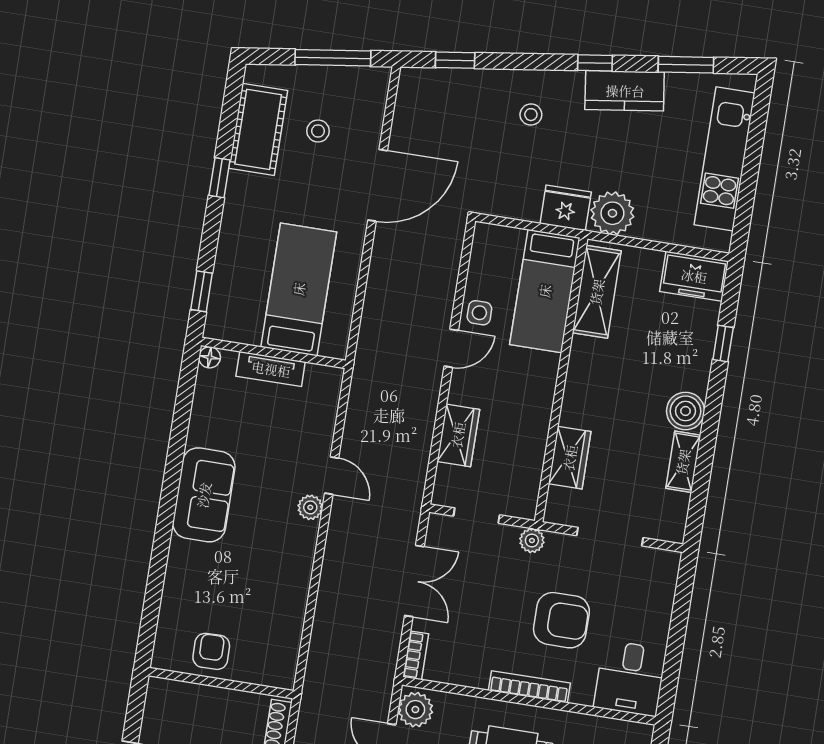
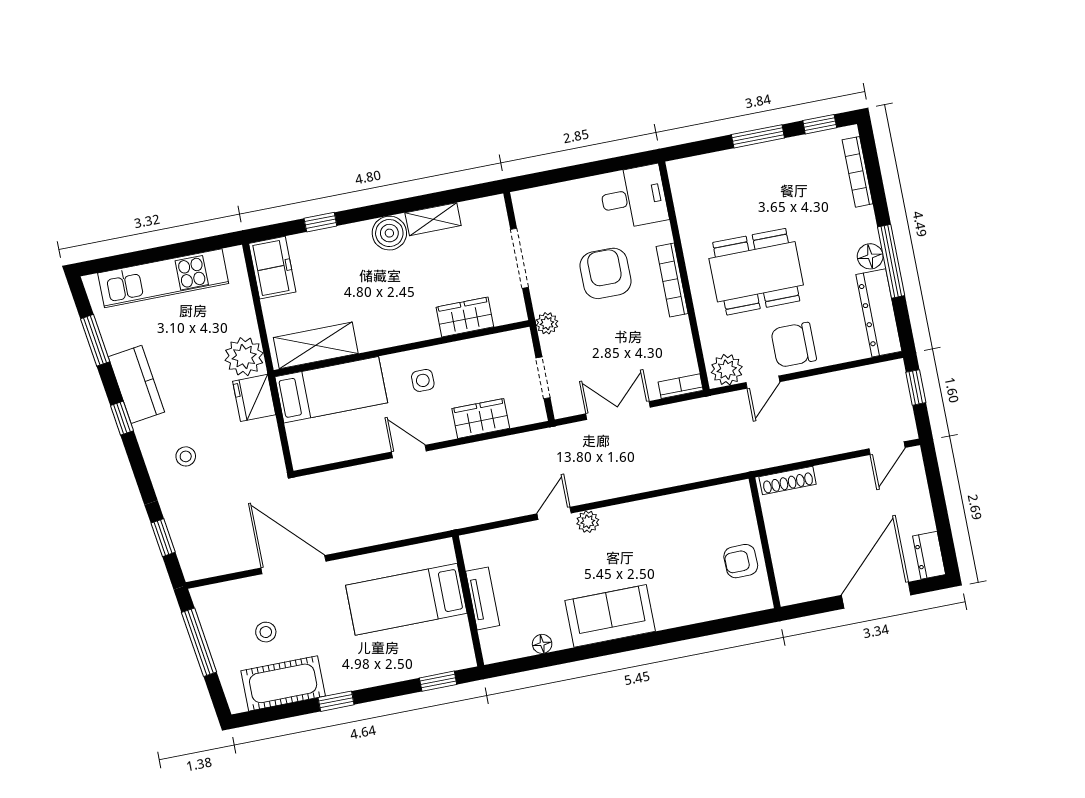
side table: (479, 313) -> (423, 380), moved
floor lamp: (210, 357) -> (542, 644), moved

